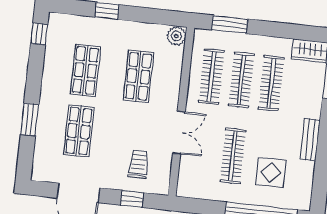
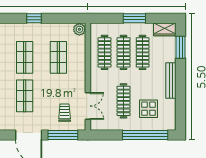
window: (230, 24) -> (134, 18), moved
double door: (179, 133) -> (88, 106), moved
bench: (310, 140) -> (171, 81), width x1.36
window: (132, 199) -> (63, 135), width x2.17

